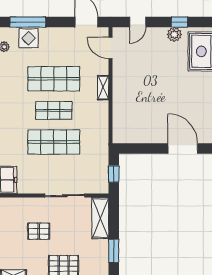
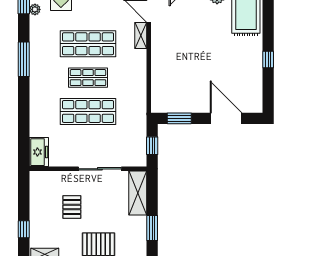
shelving: (103, 88) -> (141, 36), moved
window: (139, 148) -> (179, 118), added
pallet: (39, 231) -> (72, 207), turned 90

